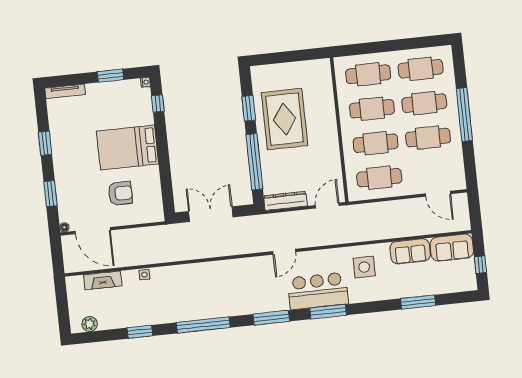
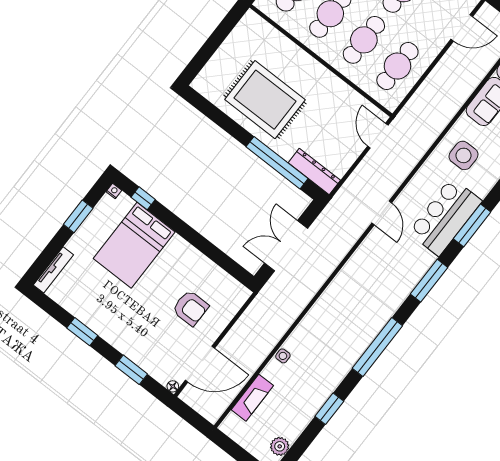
window: (249, 108) -> (225, 122), removed
bed: (128, 147) -> (134, 245), moved
armchair: (120, 193) -> (190, 308), turned 90
dresser: (285, 201) -> (314, 171), moved, turned 90

